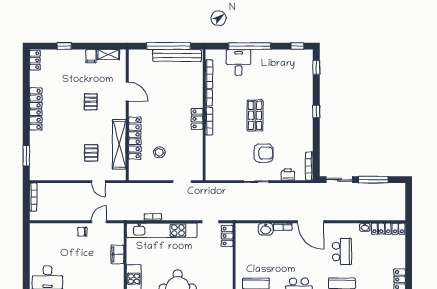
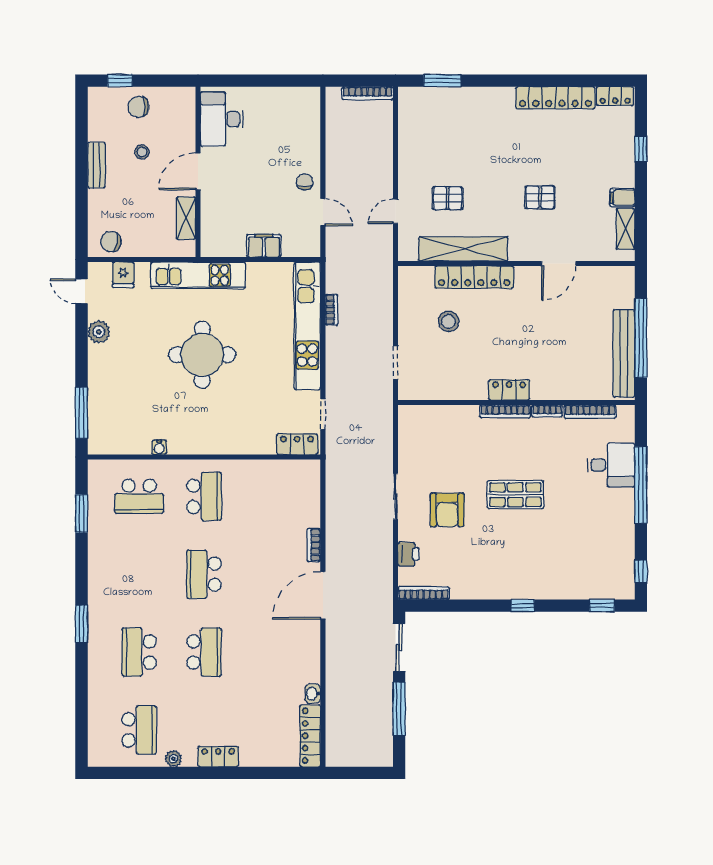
locker: (36, 109) -> (555, 98), moved
washbasin: (266, 229) -> (310, 514), removed
school desk: (342, 251) -> (269, 652), removed

